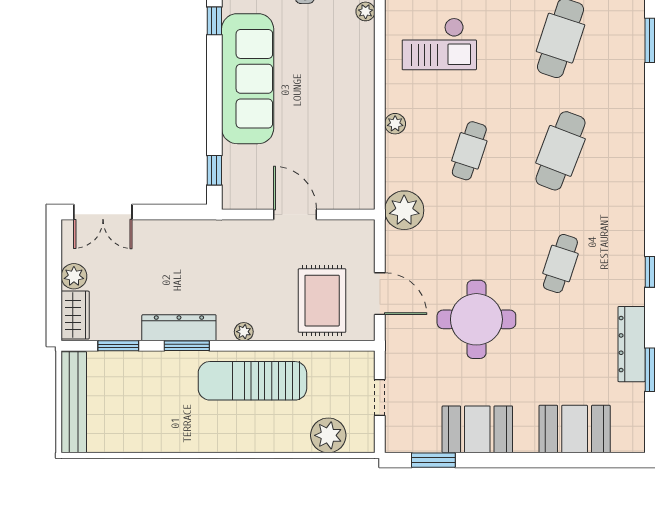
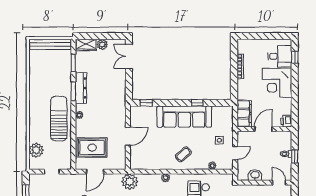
window: (214, 21) -> (197, 103), moved
coffee table: (339, 81) -> (183, 154), added

